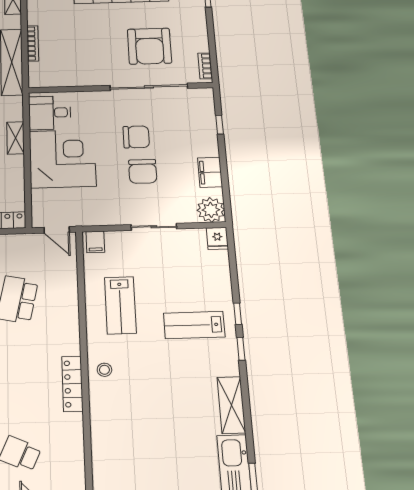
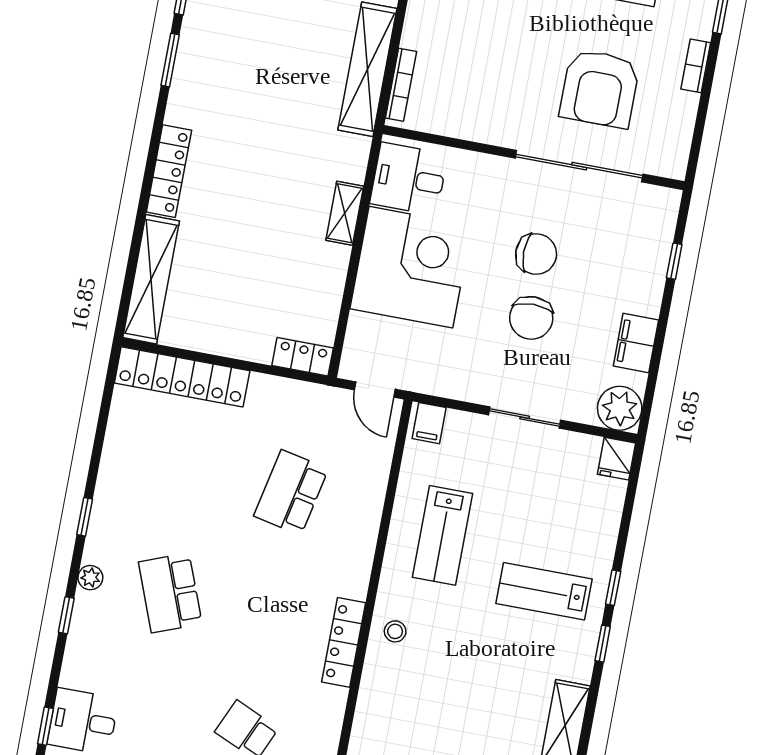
bookcase: (33, 43) -> (401, 85), moved
bookcase: (205, 66) -> (696, 66), moved

